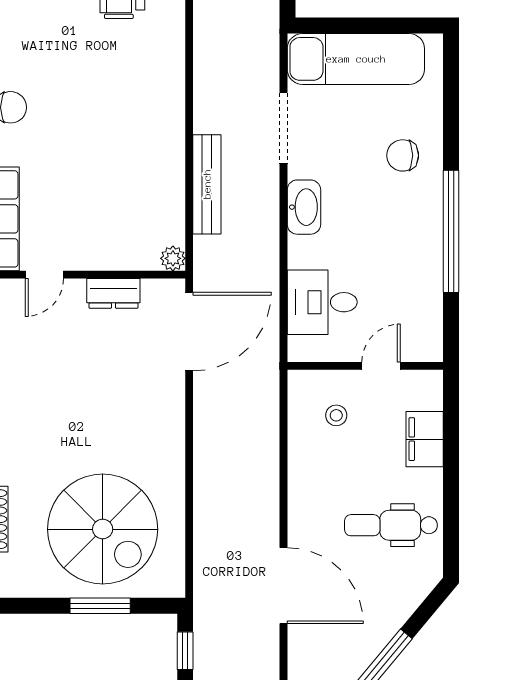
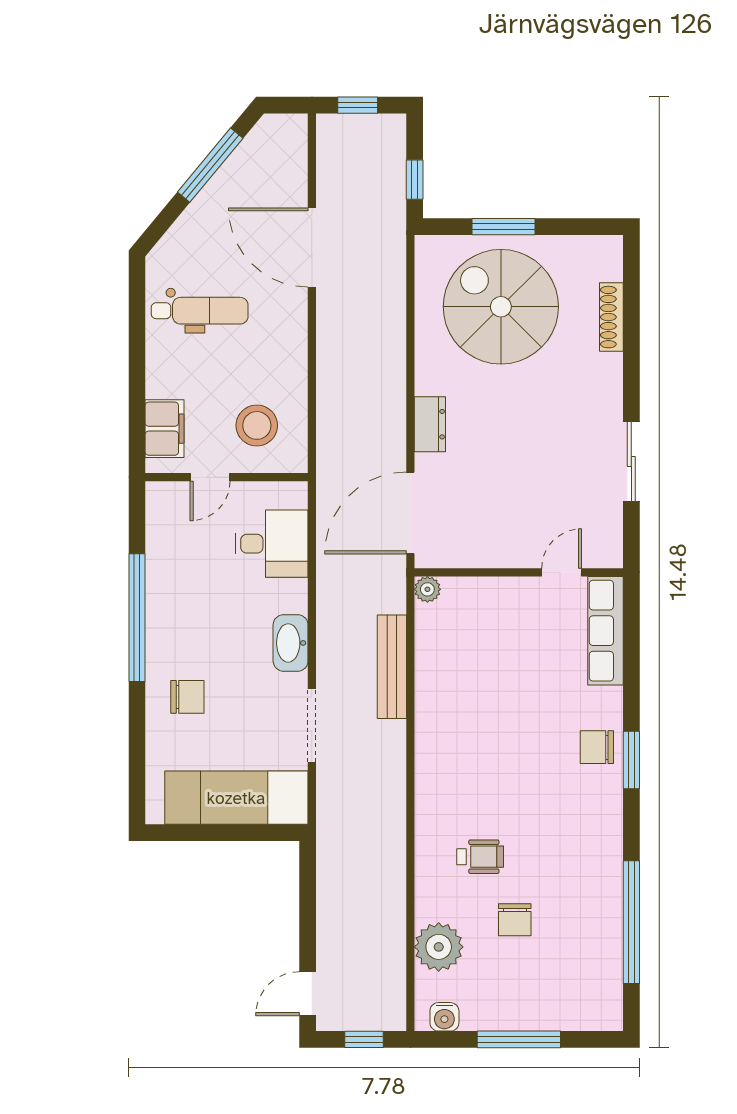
dresser: (113, 293) -> (430, 424), moved, turned 90
stool: (336, 415) -> (257, 425), width x1.89, depth x1.89
filing cabinet: (425, 439) -> (164, 429), moved

